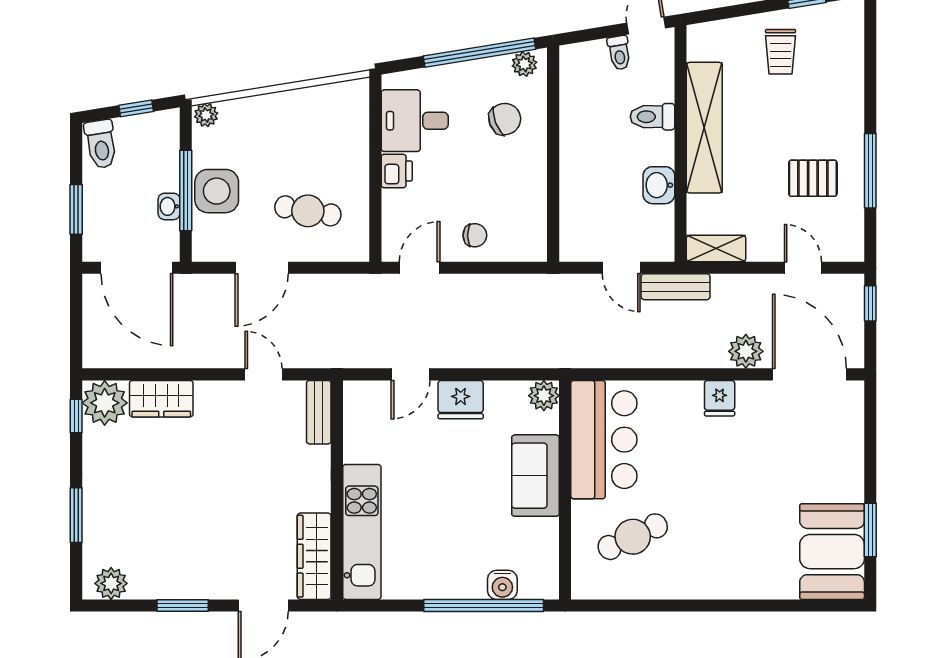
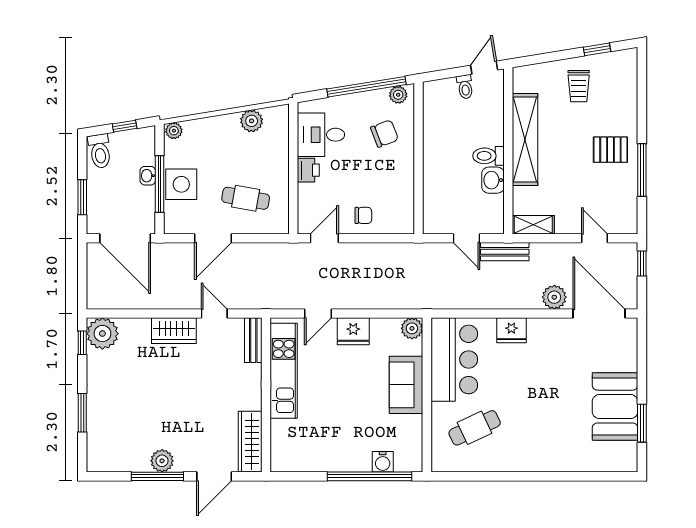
plant: (316, 101) -> (252, 121), added
toilet: (653, 117) -> (489, 156), moved
pallet: (813, 178) -> (610, 150), moved
washbasin: (169, 206) -> (148, 176), moved
fridge: (720, 398) -> (511, 330), moved, width x1.38
wardrobe: (161, 399) -> (174, 331), moved
kitchen unit: (362, 532) -> (284, 371), moved
booth: (832, 552) -> (615, 407), moved
plant: (111, 583) -> (162, 461), moved
window: (183, 605) -> (157, 476), width x1.44

